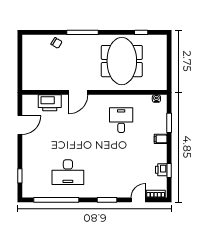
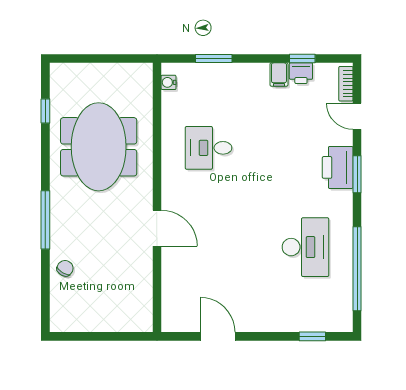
meeting table: (122, 61) -> (99, 147), turned 90
printer: (50, 103) -> (338, 167), moved, turned 180
filing cabinet: (161, 139) -> (279, 74), moved

